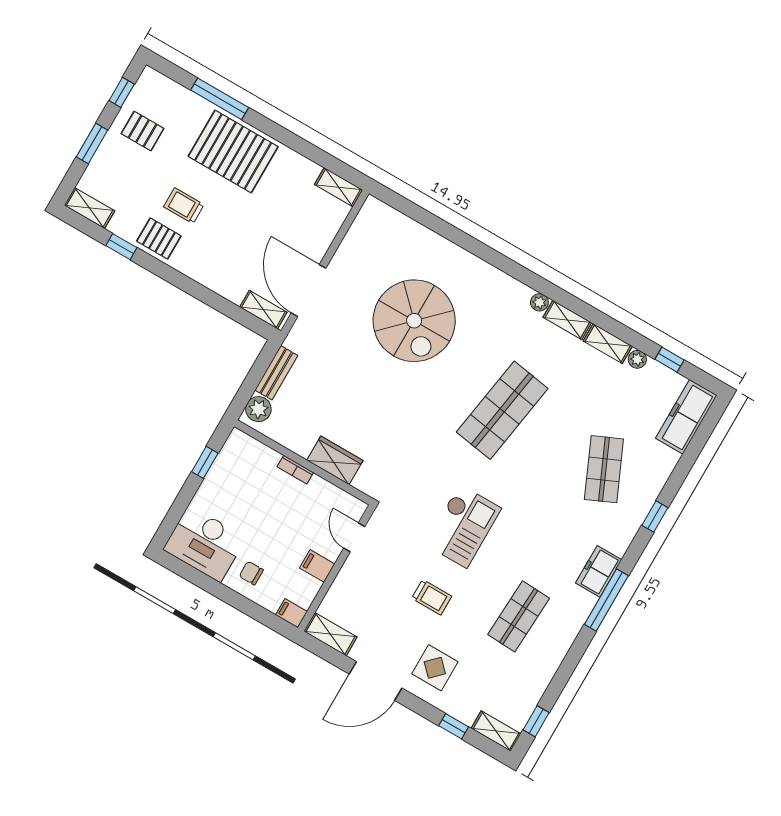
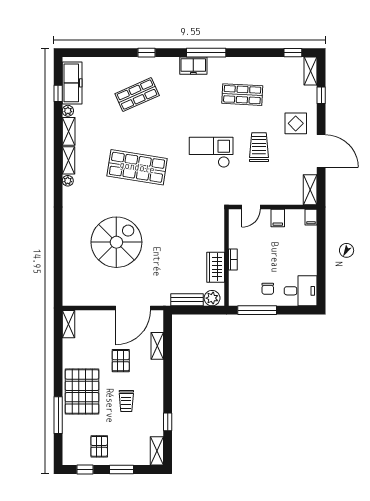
pallet: (159, 239) -> (121, 361), moved
shelving: (263, 310) -> (157, 346), moved
freezer: (686, 417) -> (72, 83), moved, turned -90
wardrobe: (335, 460) -> (216, 267), moved
window: (205, 462) -> (257, 310), width x2.17
desk: (205, 544) -> (301, 291), width x0.73
chair: (251, 573) -> (268, 289), moved
trolley: (432, 597) -> (259, 147), width x1.36, depth x1.39

